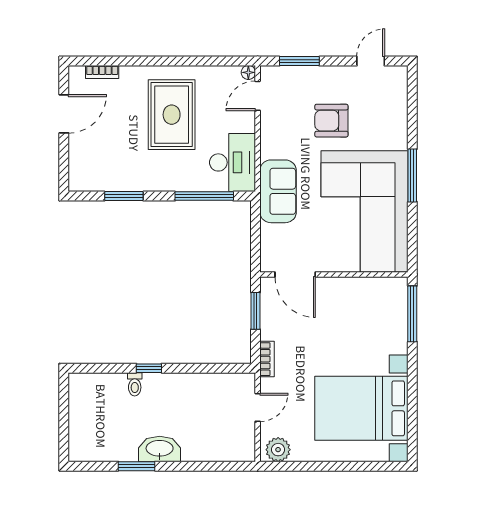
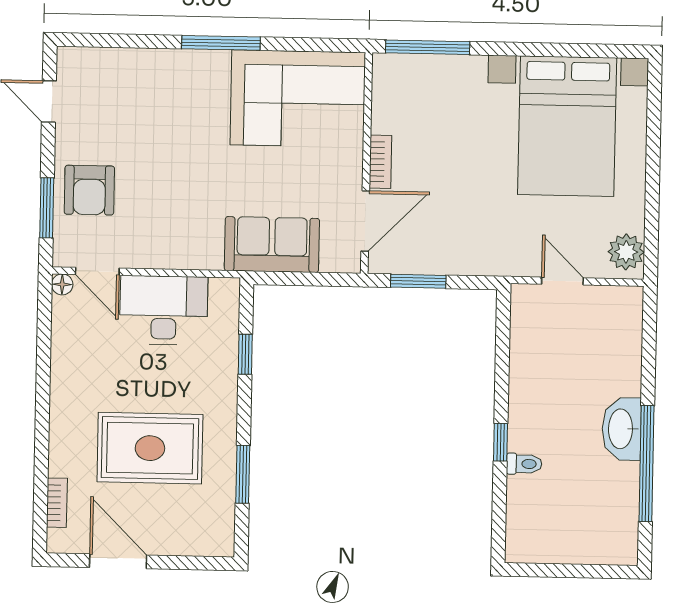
rug: (172, 115) -> (150, 448), moved
armchair: (331, 121) -> (89, 190), moved
desk: (233, 162) -> (164, 310), moved
sofa: (278, 191) -> (272, 245), moved
window: (204, 196) -> (245, 354), width x0.46
corner sofa: (365, 211) -> (298, 99), width x0.73, depth x0.74
bookcase: (267, 359) -> (380, 162), moved, turned 90
window: (137, 466) -> (647, 464), width x2.11

